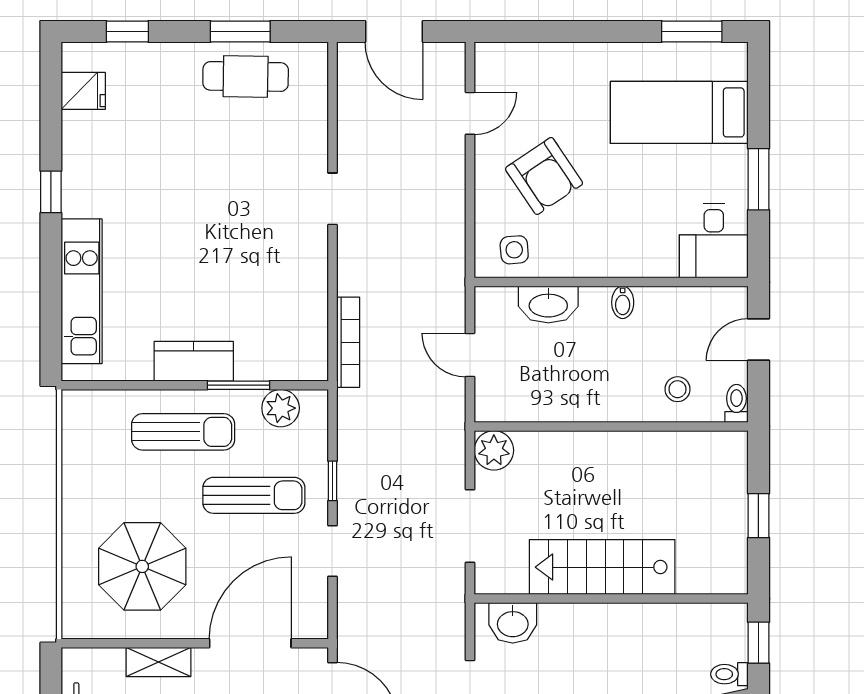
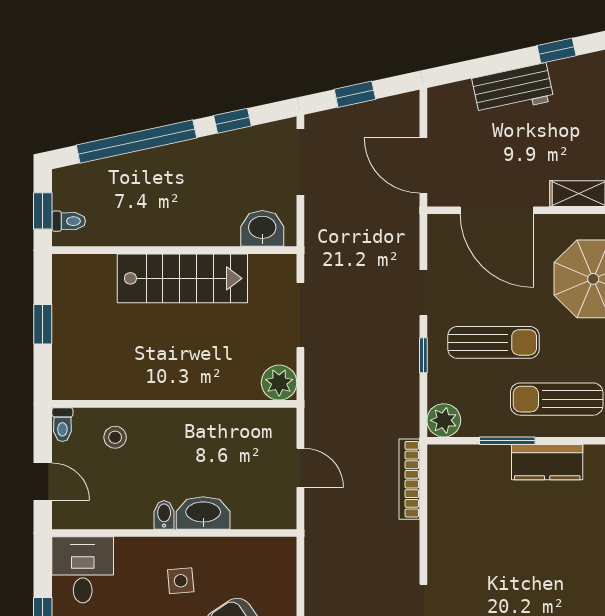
side table: (514, 250) -> (181, 581), moved
washbasin: (548, 304) -> (203, 513), moved
door: (758, 340) -> (43, 482), hinge flipped
plant: (281, 408) -> (444, 420), moved
sun lounger: (254, 495) -> (494, 342), turned 180
door: (250, 643) -> (497, 210), hinge flipped
toilet: (729, 674) -> (69, 221), moved

